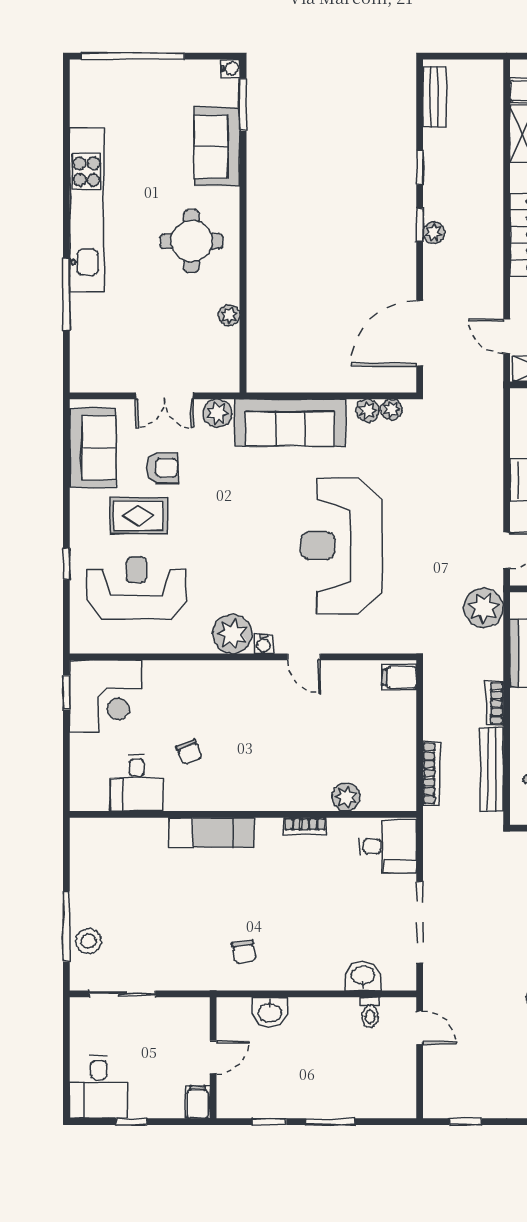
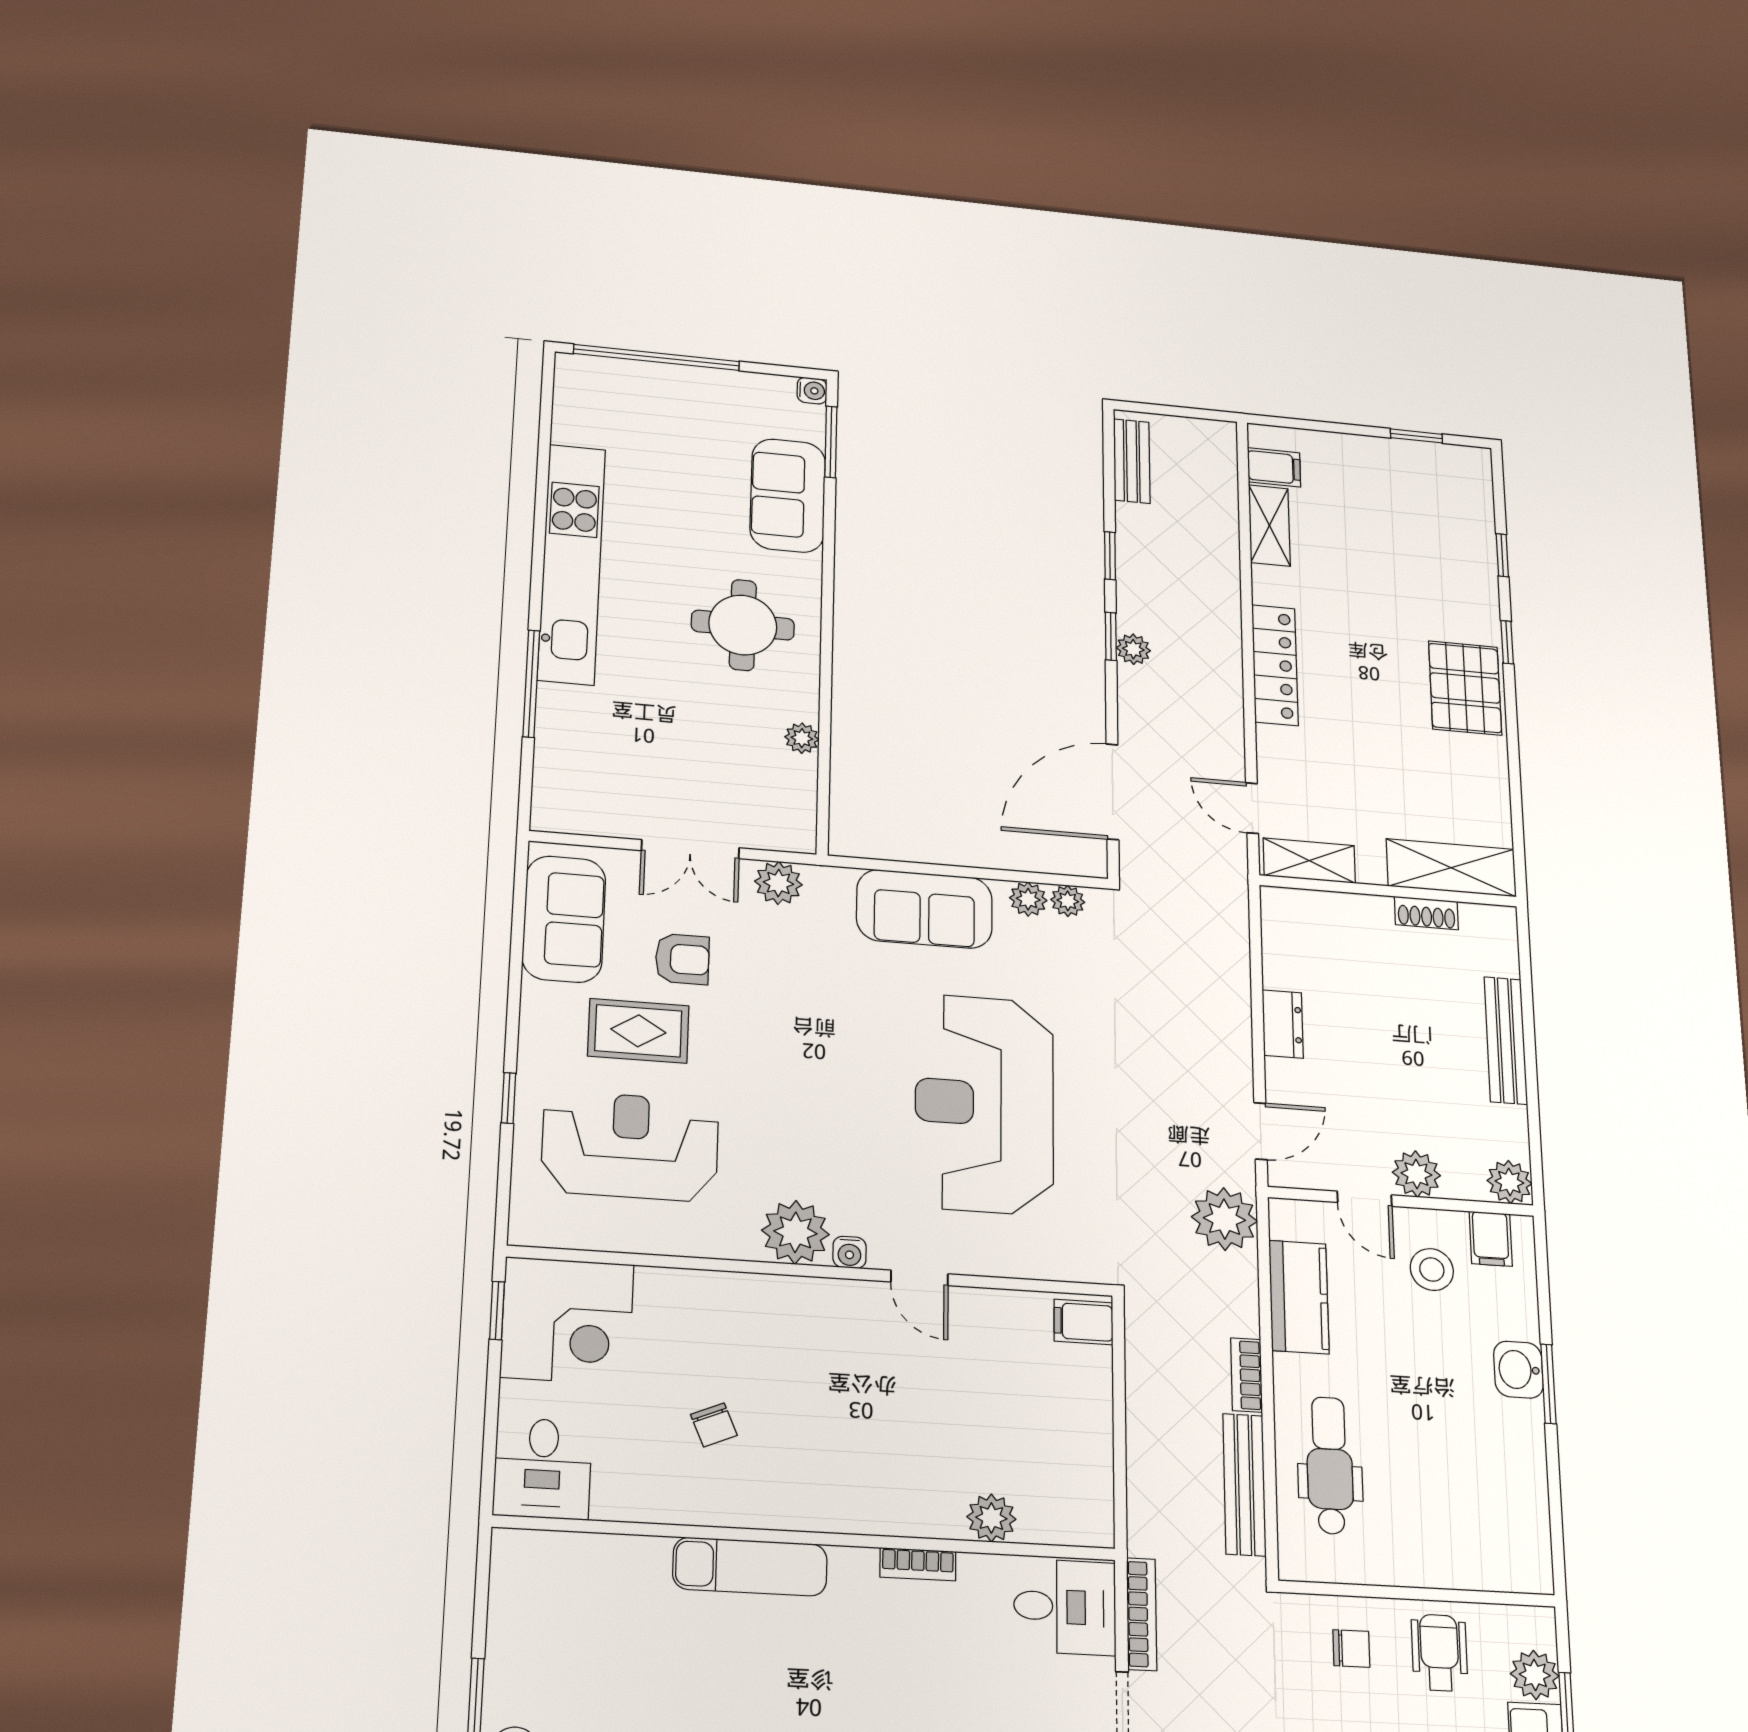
sofa: (290, 423) -> (924, 909), width x0.73
bookcase: (431, 773) -> (1142, 1614), moved
desk: (137, 783) -> (543, 1468), moved

